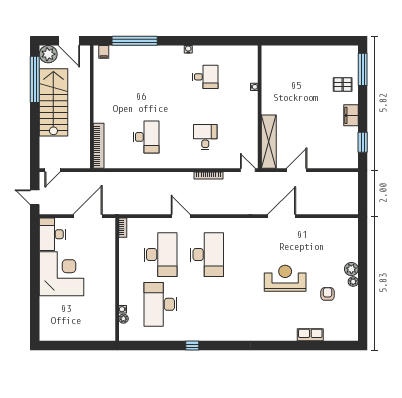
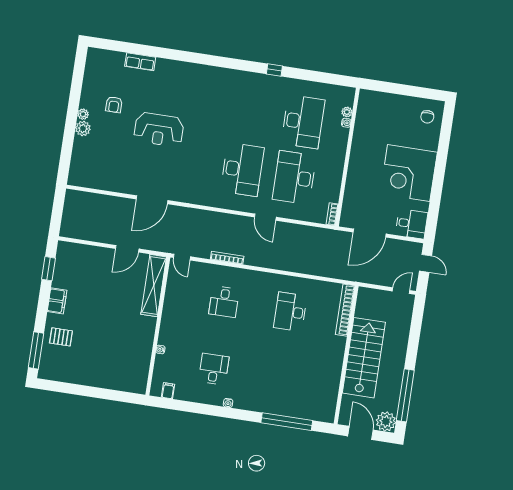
filing cabinet: (104, 52) -> (168, 391), moved
desk: (205, 77) -> (214, 369), turned 90
stairs: (53, 102) -> (364, 358), moved, turned 180
desk: (52, 234) -> (412, 224), width x0.73
desk: (207, 255) -> (242, 170), turned 180
chair: (53, 325) -> (427, 117), added

